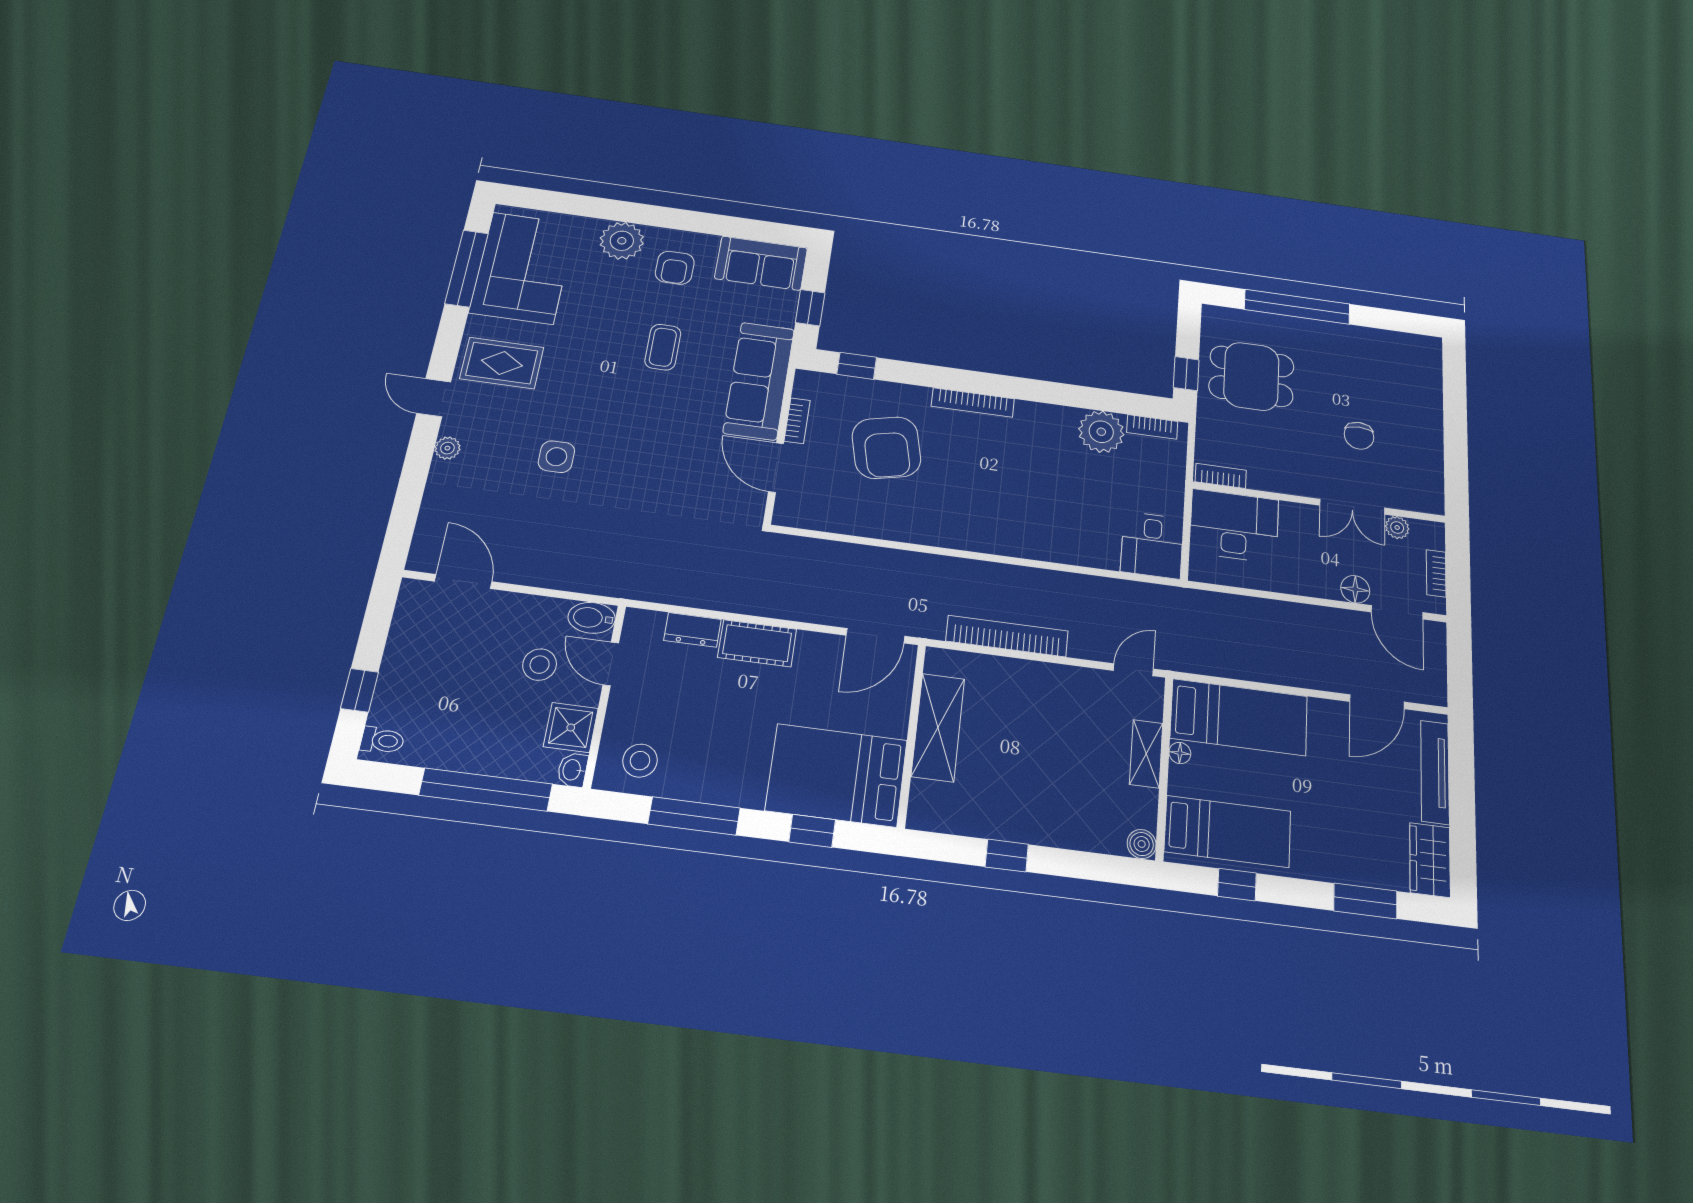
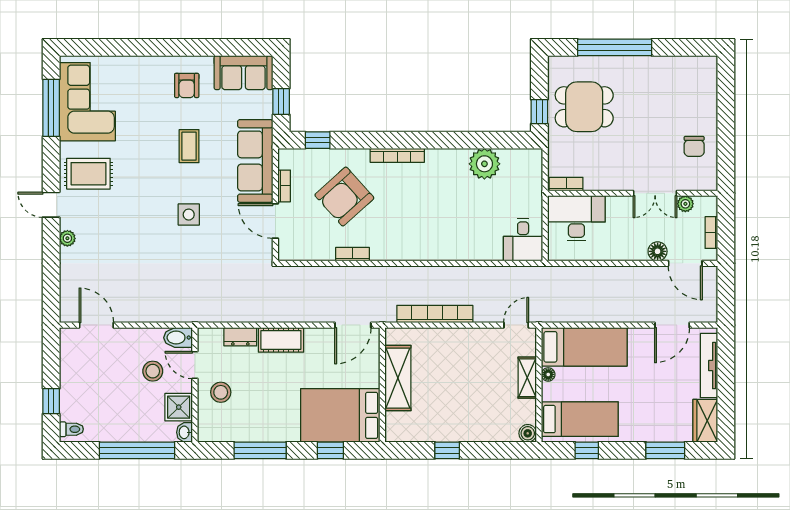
plant: (622, 241) -> (148, 70), removed
bookcase: (1152, 427) -> (353, 254), moved, turned 180
chair: (1359, 436) -> (694, 146), moved
armchair: (886, 448) -> (344, 197), turned 61
side table: (556, 457) -> (189, 215), moved
stool: (640, 761) -> (221, 392), moved

